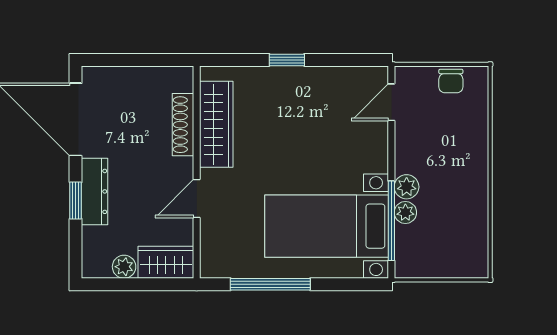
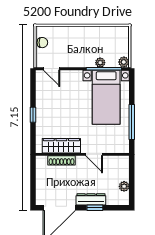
plant: (407, 187) -> (124, 62), moved
wardrobe: (166, 262) -> (122, 168), removed

